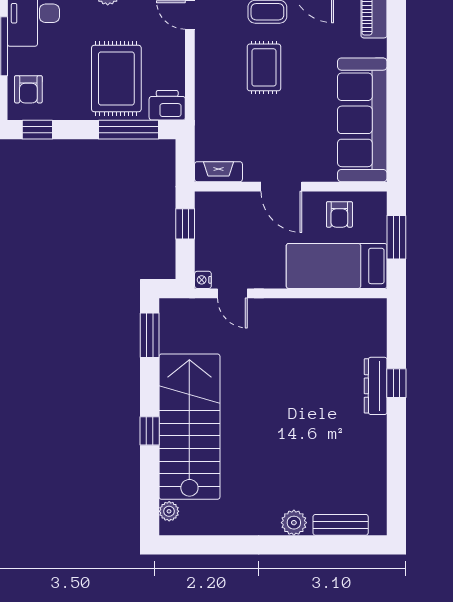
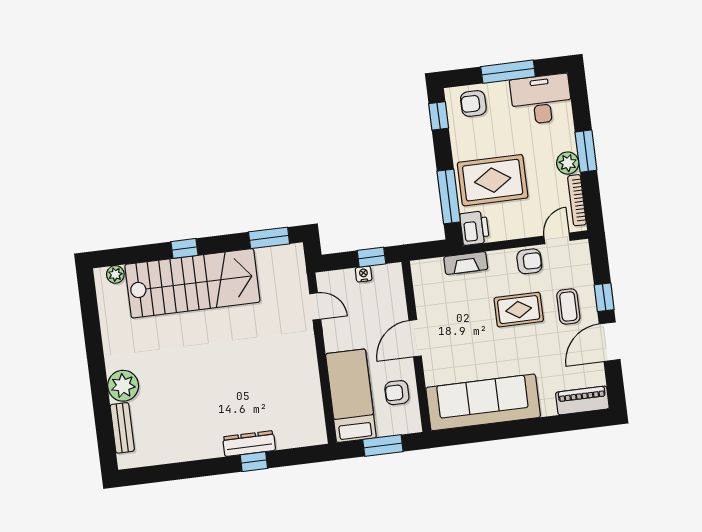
armchair: (212, 49) -> (529, 261), added
fireplace: (218, 172) -> (466, 263), moved, turned 90
nightstand: (203, 280) -> (364, 274), moved
door: (232, 293) -> (315, 306), swing flipped
plant: (294, 523) -> (123, 386), width x1.36, depth x1.36

